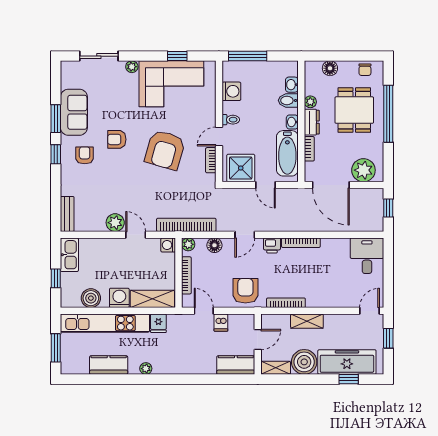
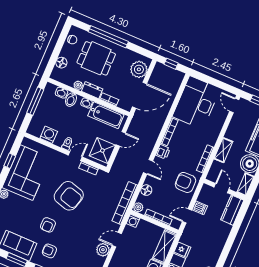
window: (248, 56) -> (35, 101), moved
door: (219, 137) -> (75, 156), swing flipped
desk: (367, 256) -> (196, 103), width x1.87, depth x1.30

